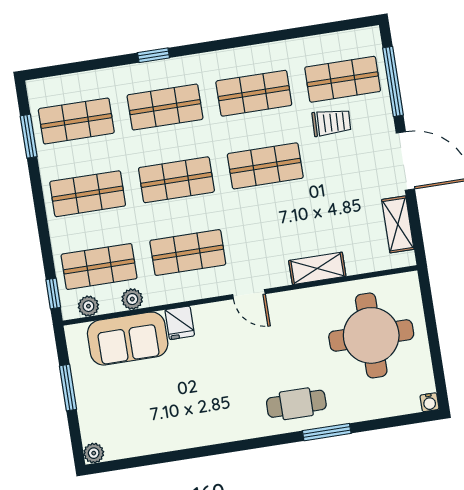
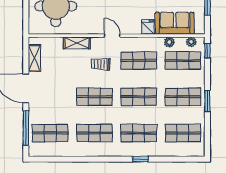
trolley: (331, 122) -> (101, 64), moved
window: (29, 136) -> (207, 101), moved

